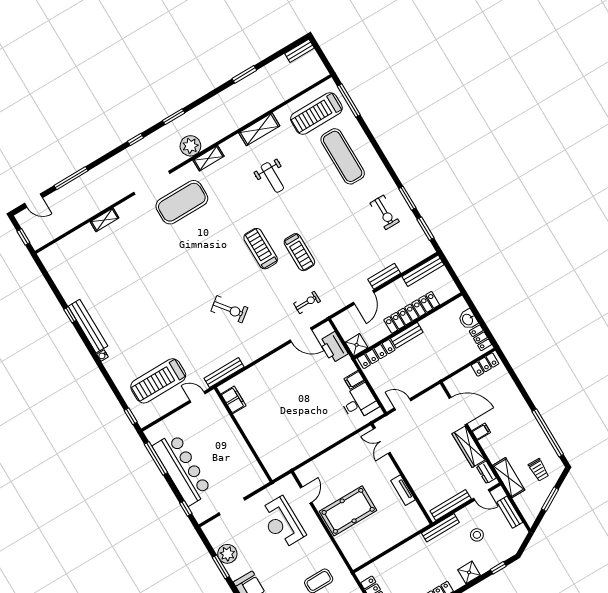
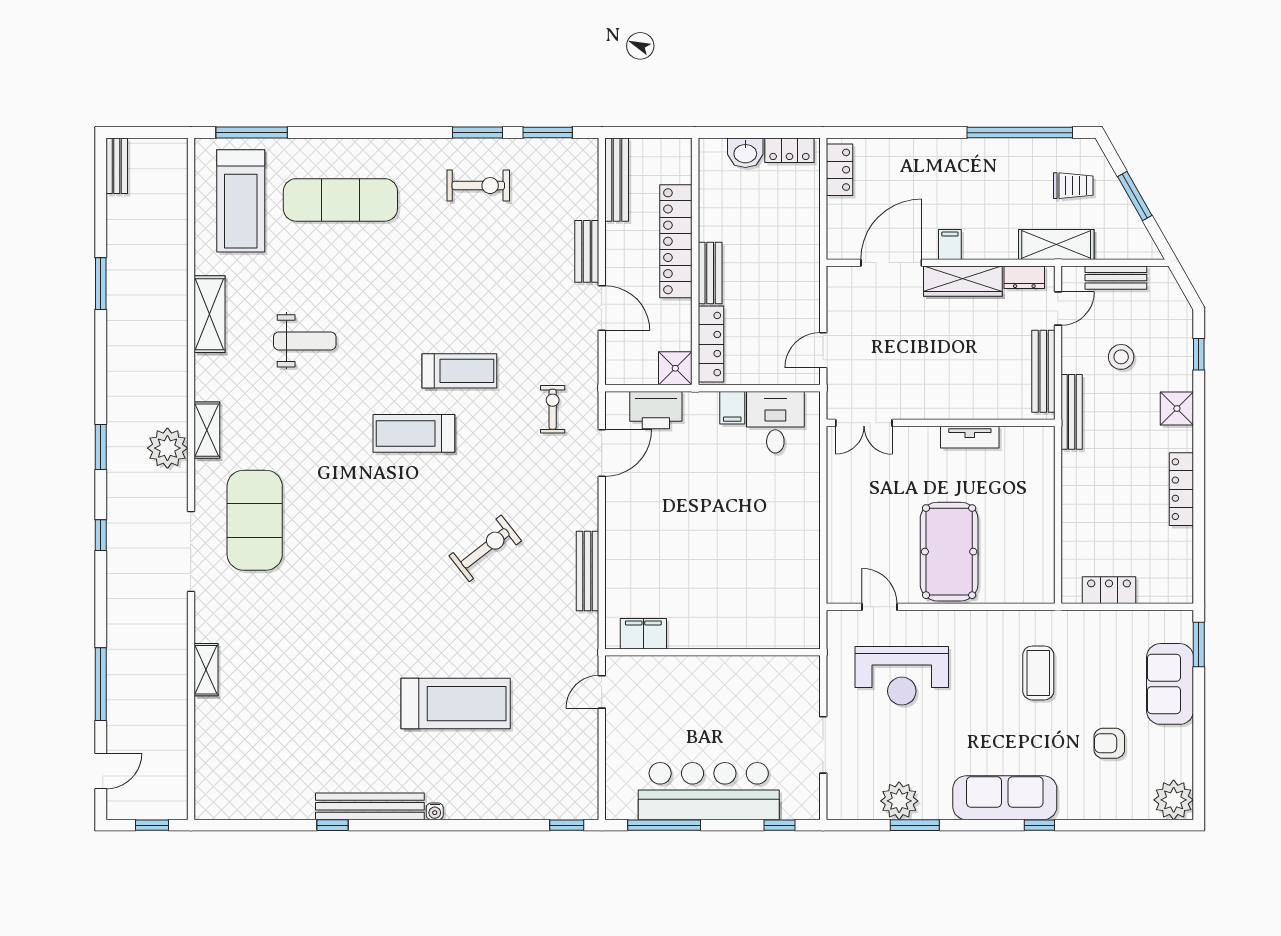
bench: (224, 373) -> (587, 571), moved
treadmill: (158, 381) -> (456, 704), moved, turned -90

